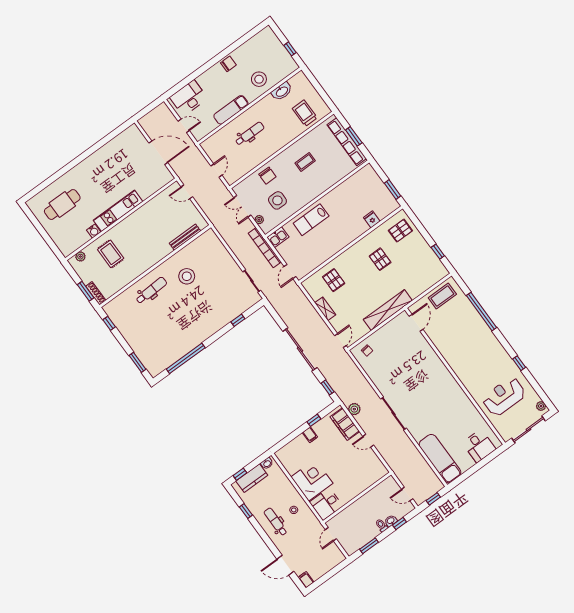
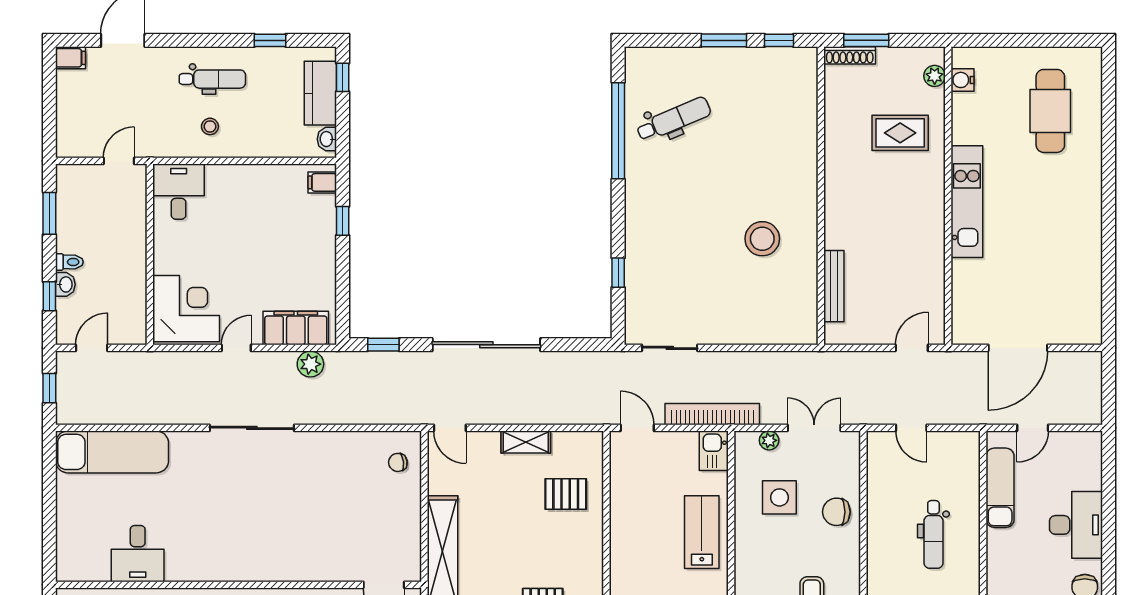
desk: (189, 98) -> (1076, 525), moved
exam couch: (231, 110) -> (1000, 488), moved
water cooler: (94, 231) -> (963, 80), moved
dental chair: (151, 291) -> (674, 119), moved, turned -110
window: (138, 362) -> (724, 40), moved
window: (314, 420) -> (343, 221), moved
filing cabinet: (310, 435) -> (322, 182), moved
desk: (479, 446) -> (138, 554), moved, turned -90
corner desk: (312, 480) -> (186, 309), moved, turned -90
door: (331, 534) -> (119, 161), hinge flipped

